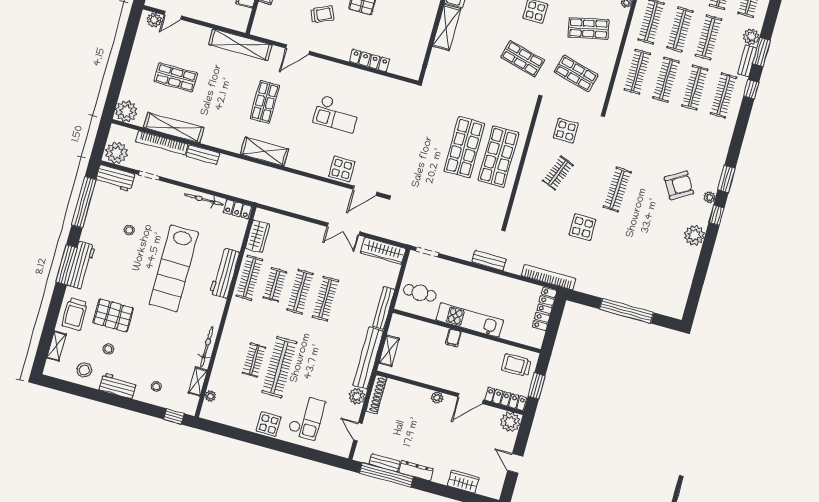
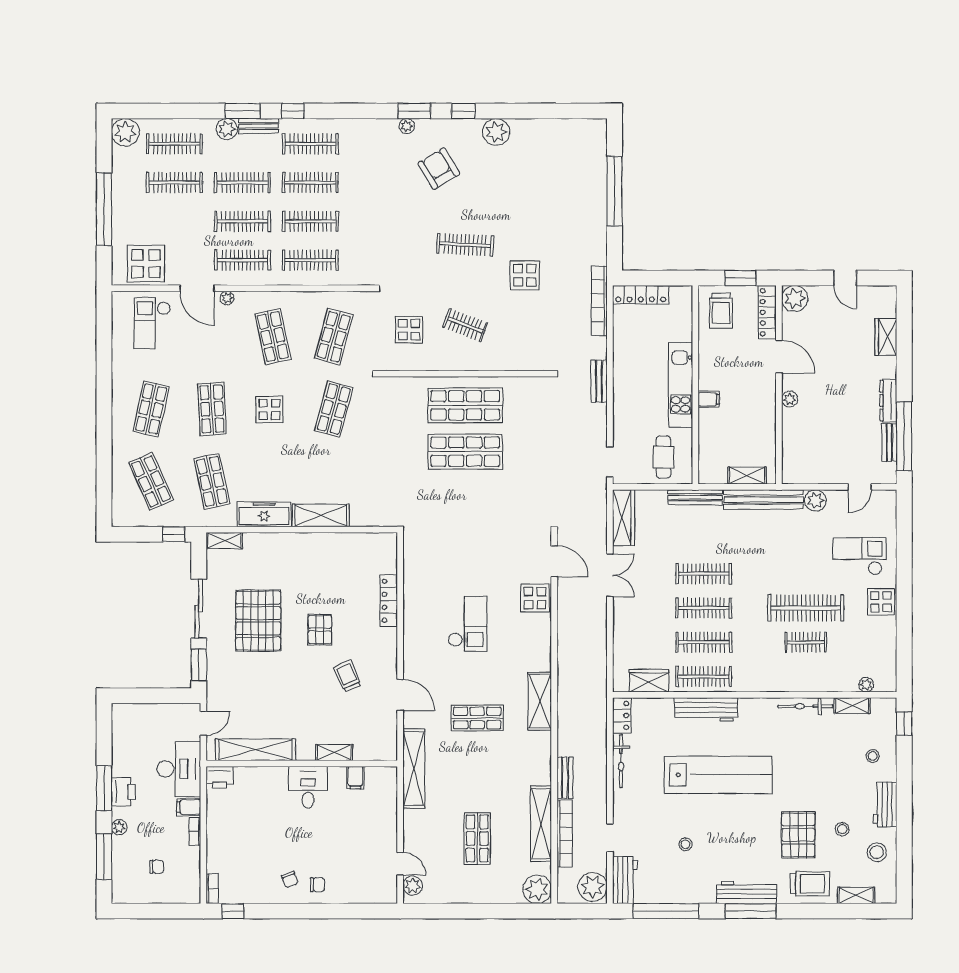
plant: (709, 197) -> (407, 126), moved
clothes rail: (275, 285) -> (704, 642), width x1.36
shoe rack: (376, 394) -> (806, 476), removed
door: (515, 463) -> (845, 278), hinge flipped

